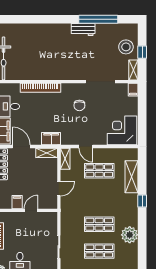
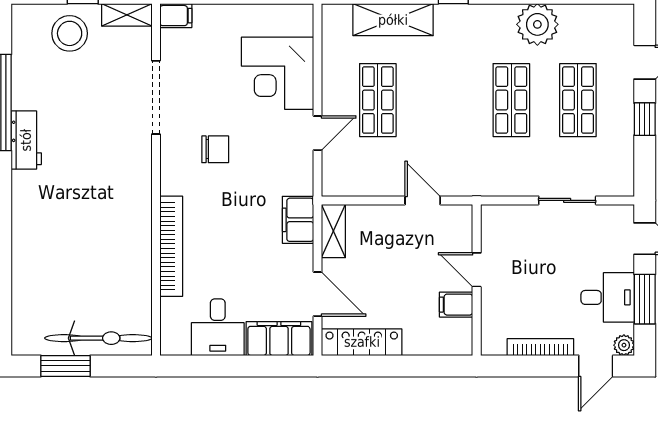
corner desk: (122, 130) -> (277, 73), moved
door: (21, 147) -> (318, 294), swing flipped
shelving: (65, 159) -> (348, 185), removed

